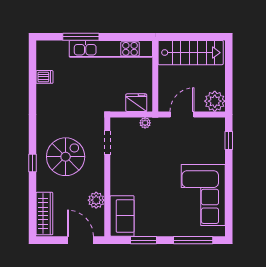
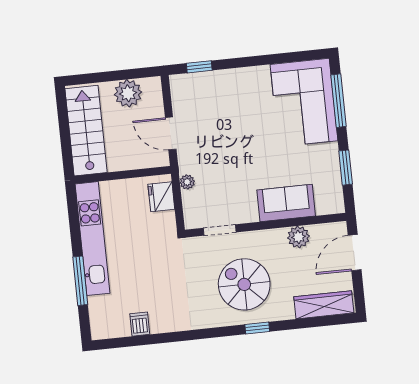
plant: (215, 101) -> (128, 93), moved
corner sofa: (203, 195) -> (304, 103), moved, turned 90
sofa: (122, 216) -> (286, 203), moved

